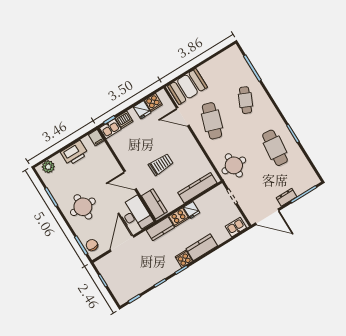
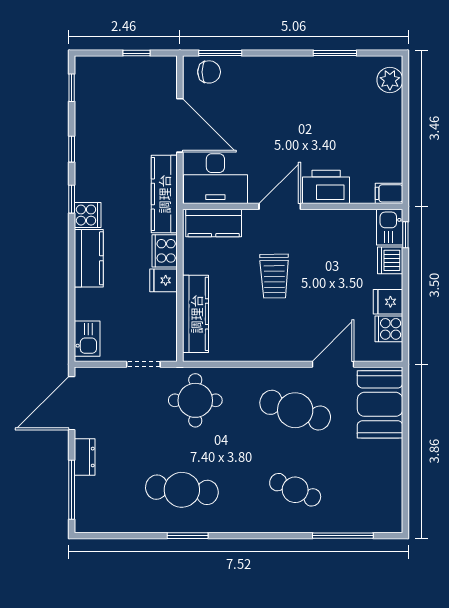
printer: (74, 153) -> (326, 187), moved, turned 90
round table: (83, 207) -> (284, 97), removed
kitchen counter: (160, 229) -> (164, 194), width x1.50

